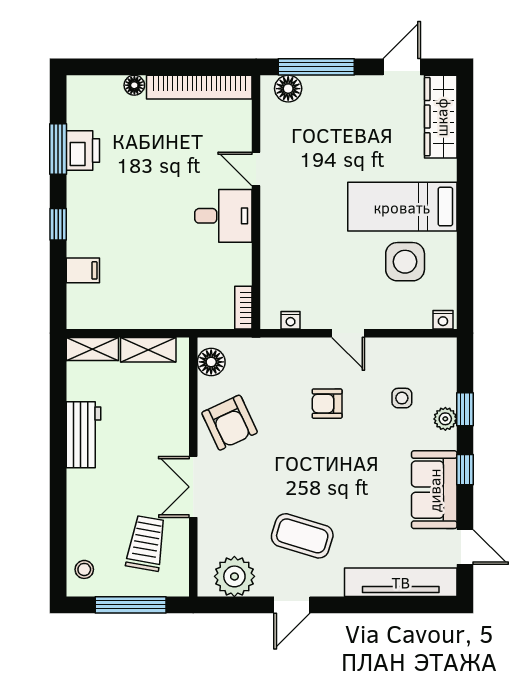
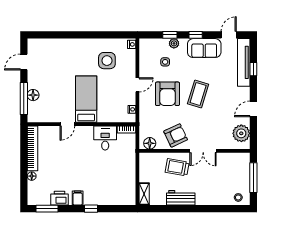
door: (402, 67) -> (24, 62), hinge flipped
floor lamp: (288, 89) -> (33, 95), moved
wardrobe: (441, 117) -> (45, 45), removed
window: (58, 149) -> (47, 209), moved
bed: (402, 207) -> (86, 99), moved, turned 180
desk: (223, 216) -> (105, 138), moved
filing cabinet: (83, 270) -> (78, 198), moved
shelving: (148, 350) -> (144, 170), removed
armchair: (327, 404) -> (167, 94), width x1.88, depth x1.88
coffee table: (302, 536) -> (198, 94), moved
trolley: (146, 543) -> (177, 167), moved
door: (292, 605) -> (253, 109), swing flipped
window: (385, 605) -> (253, 69), added

